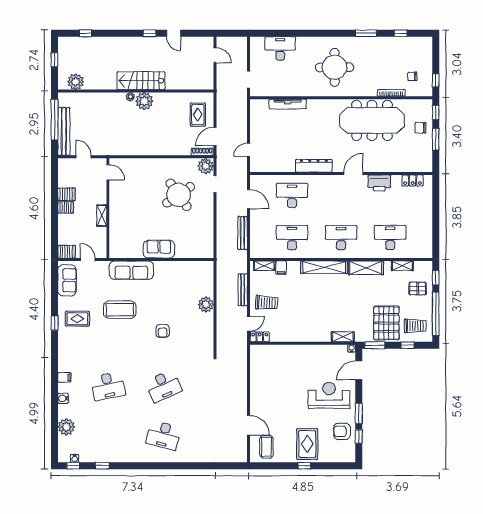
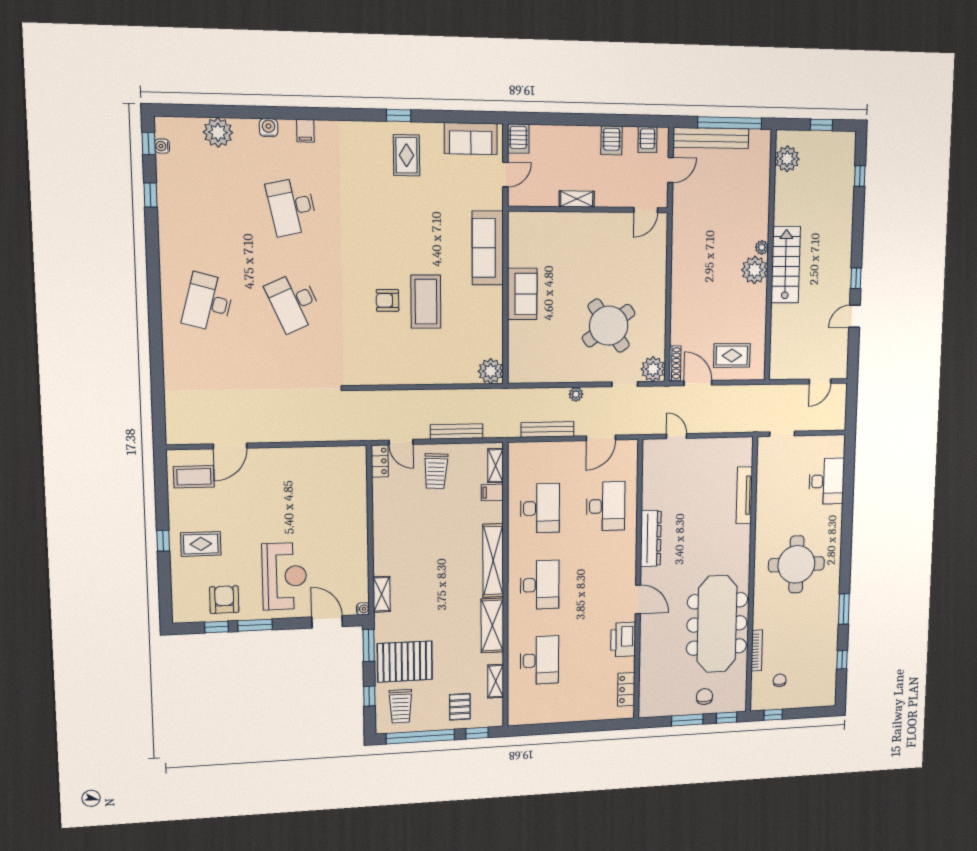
server rack: (66, 207) -> (647, 140), moved
plant: (221, 215) -> (576, 394), added
plant: (206, 304) -> (491, 371), moved
coffee table: (120, 310) -> (426, 302), moved
rug: (307, 444) -> (201, 544), width x0.73, depth x0.70

